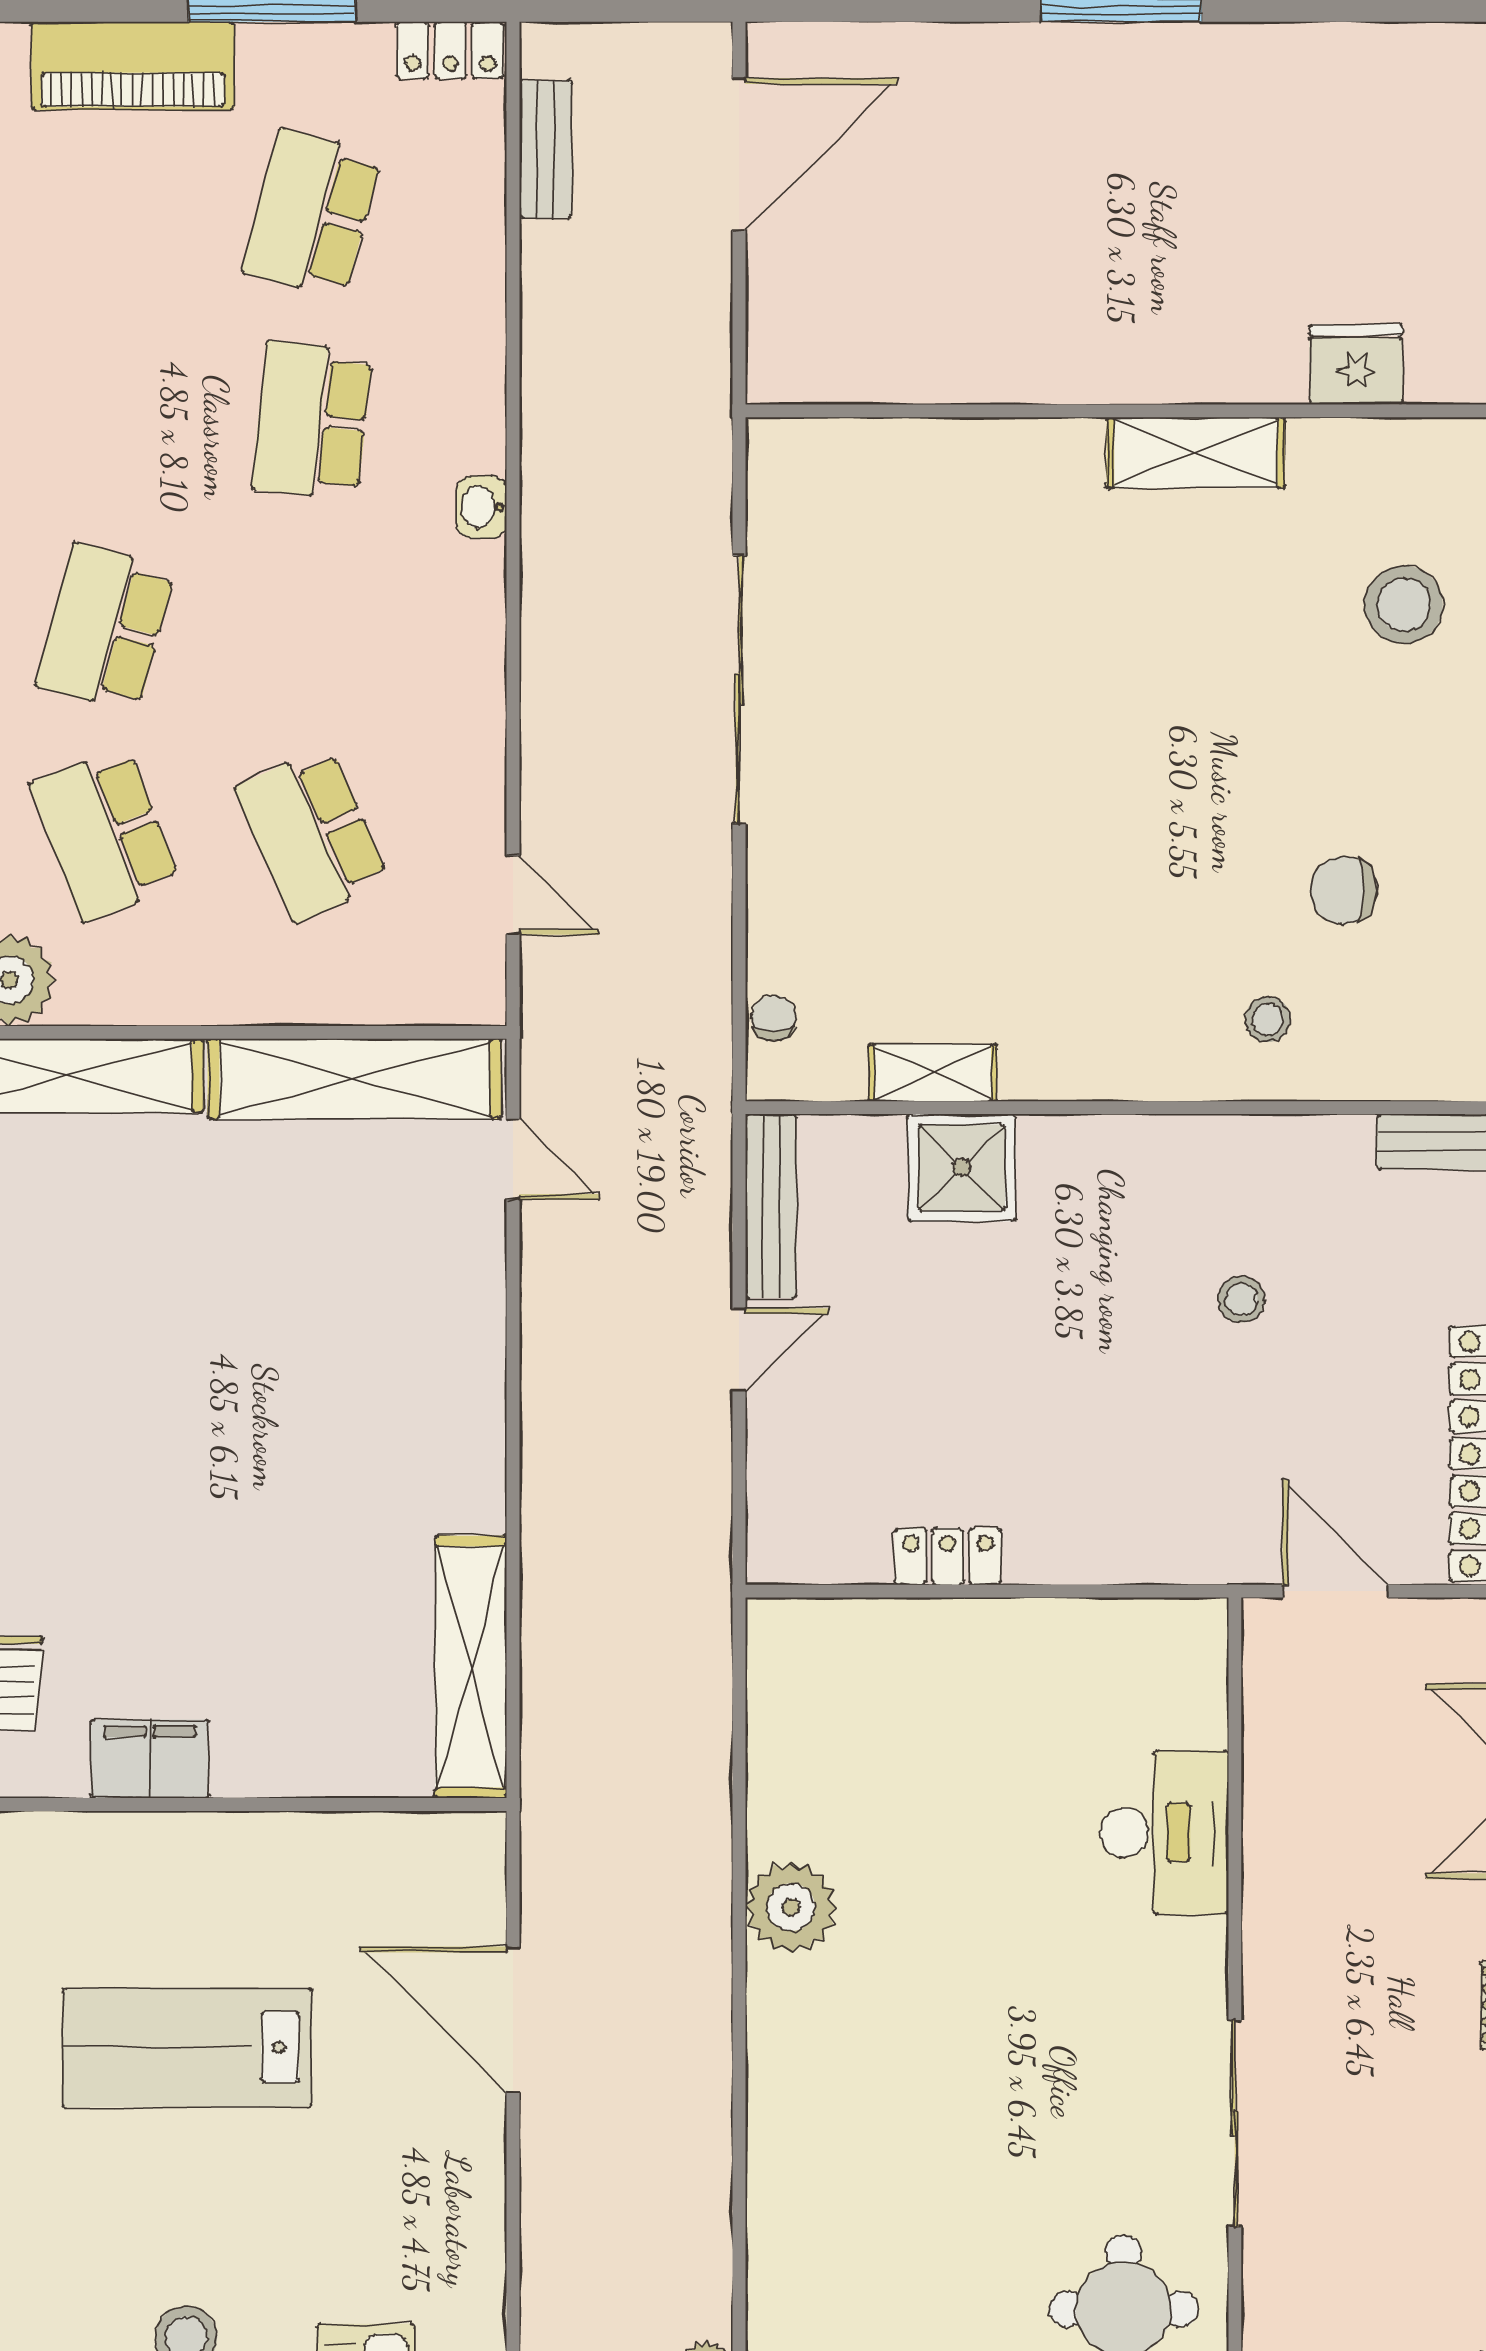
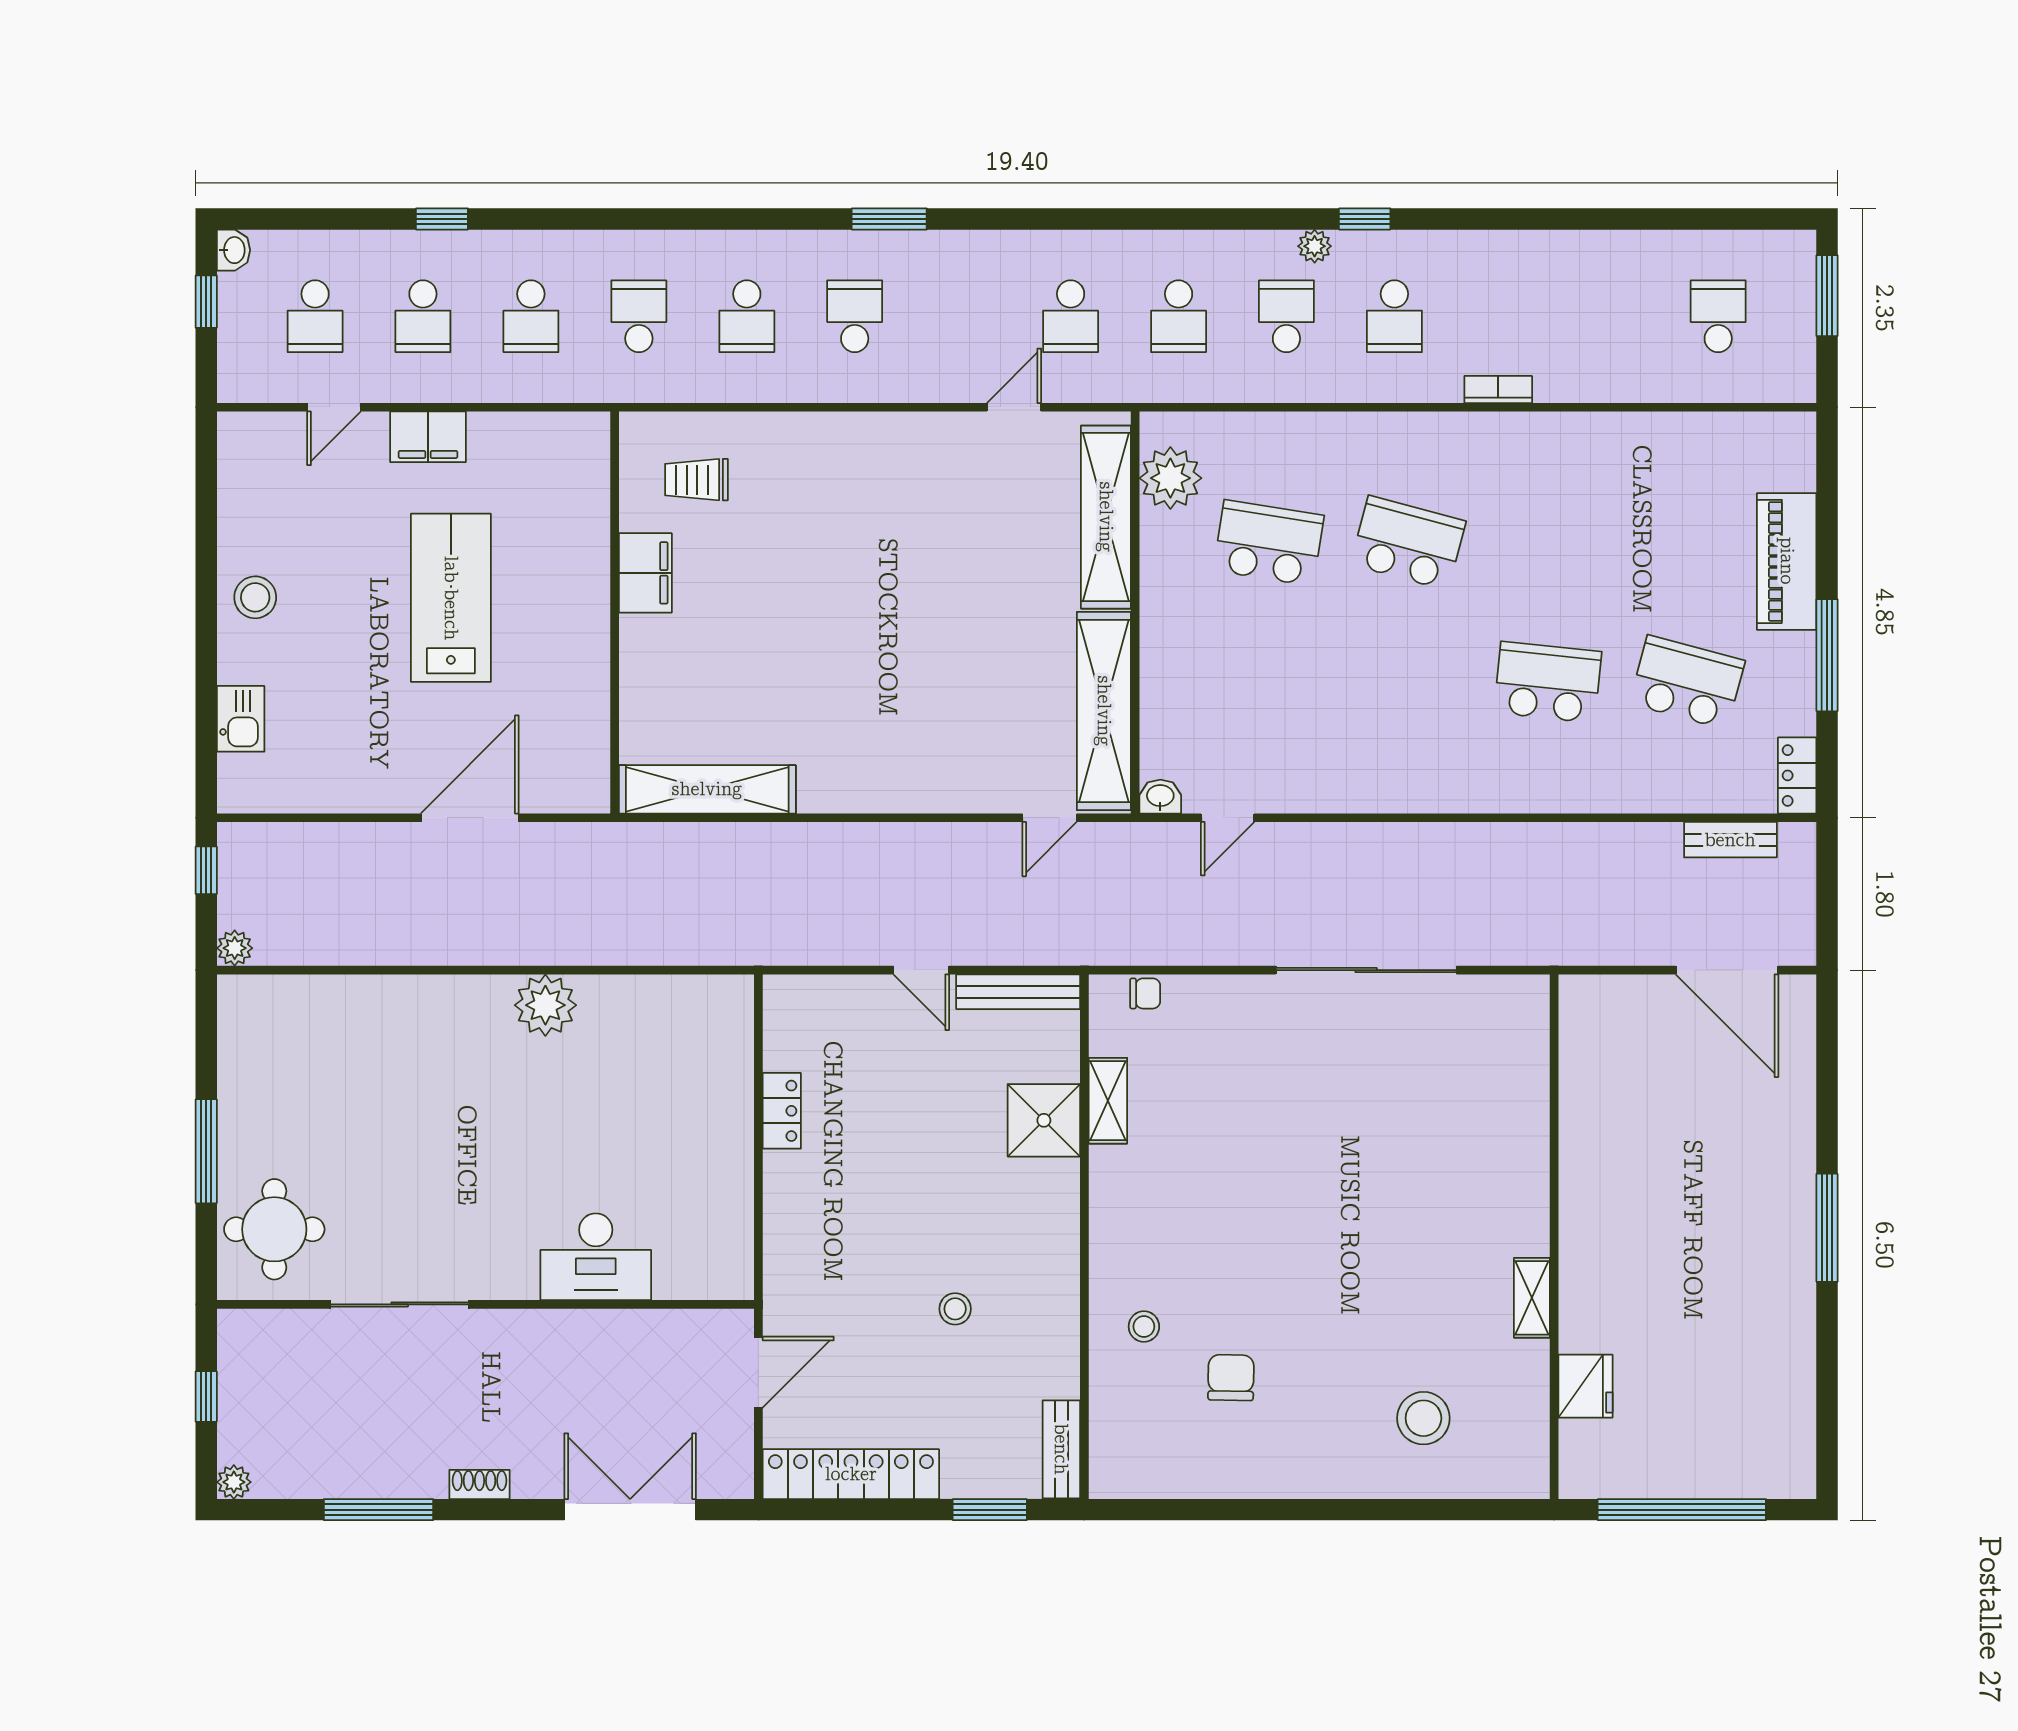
shelving: (1196, 453) -> (1532, 1298), width x0.67, depth x0.75
washbasin: (482, 507) -> (1160, 797), moved
school desk: (105, 834) -> (1269, 543), turned 30
school desk: (312, 834) -> (1269, 682), removed

